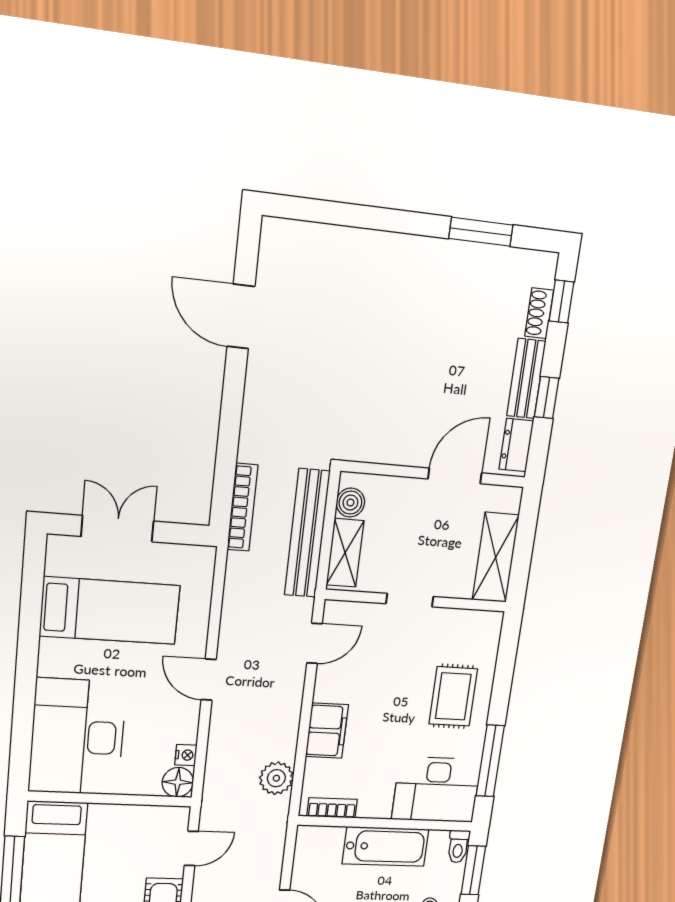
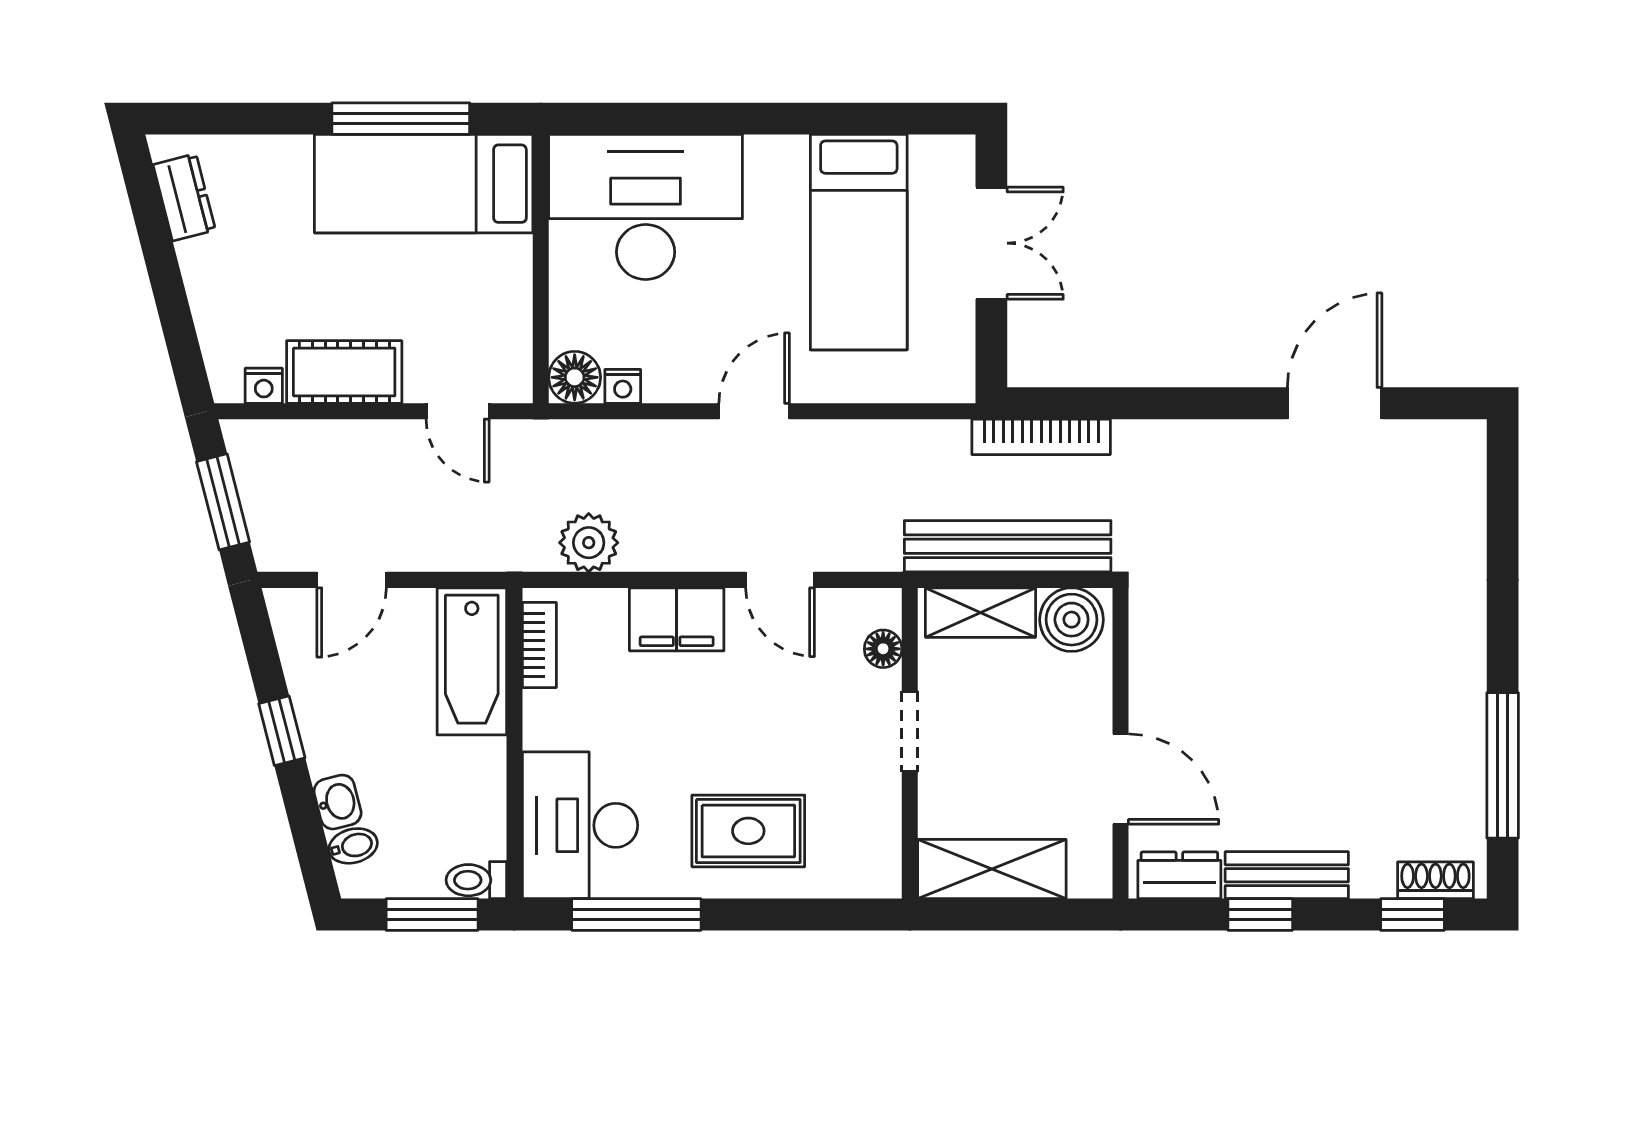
window: (481, 232) -> (1503, 765), width x1.44
shoe rack: (539, 313) -> (1435, 880), moved
boiler: (350, 503) -> (1072, 620), width x1.36, depth x1.36
floor lamp: (359, 612) -> (883, 649), added
door: (314, 643) -> (780, 580), moved
bathtub: (386, 847) -> (472, 661), moved

